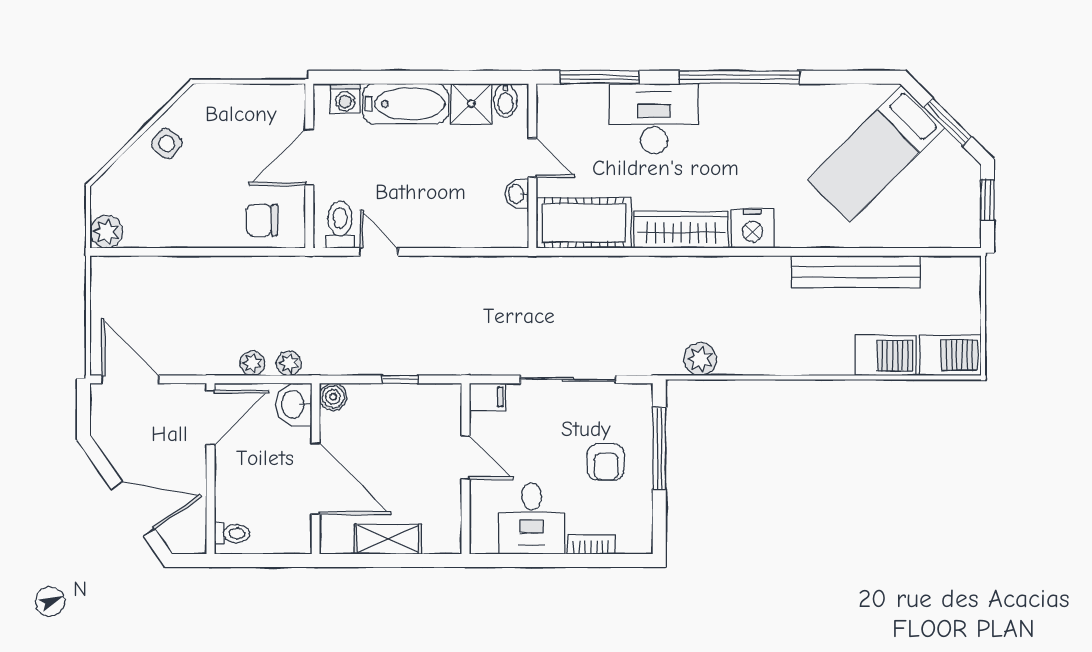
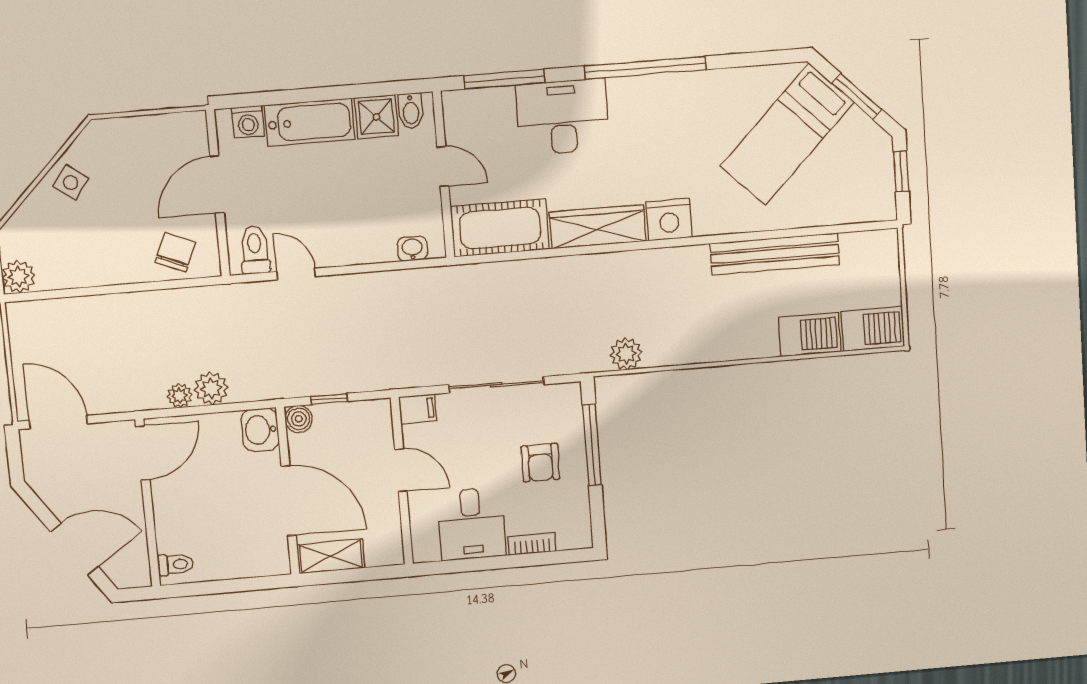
washbasin: (517, 194) -> (412, 249), moved, turned 90
chair: (262, 220) -> (175, 252), turned 113
plant: (289, 363) -> (211, 388), width x1.38, depth x1.38
boiler: (333, 397) -> (299, 419), moved
washbasin: (294, 404) -> (260, 430), moved
wall: (316, 469) -> (288, 491), moved
door: (316, 479) -> (289, 501), moved

